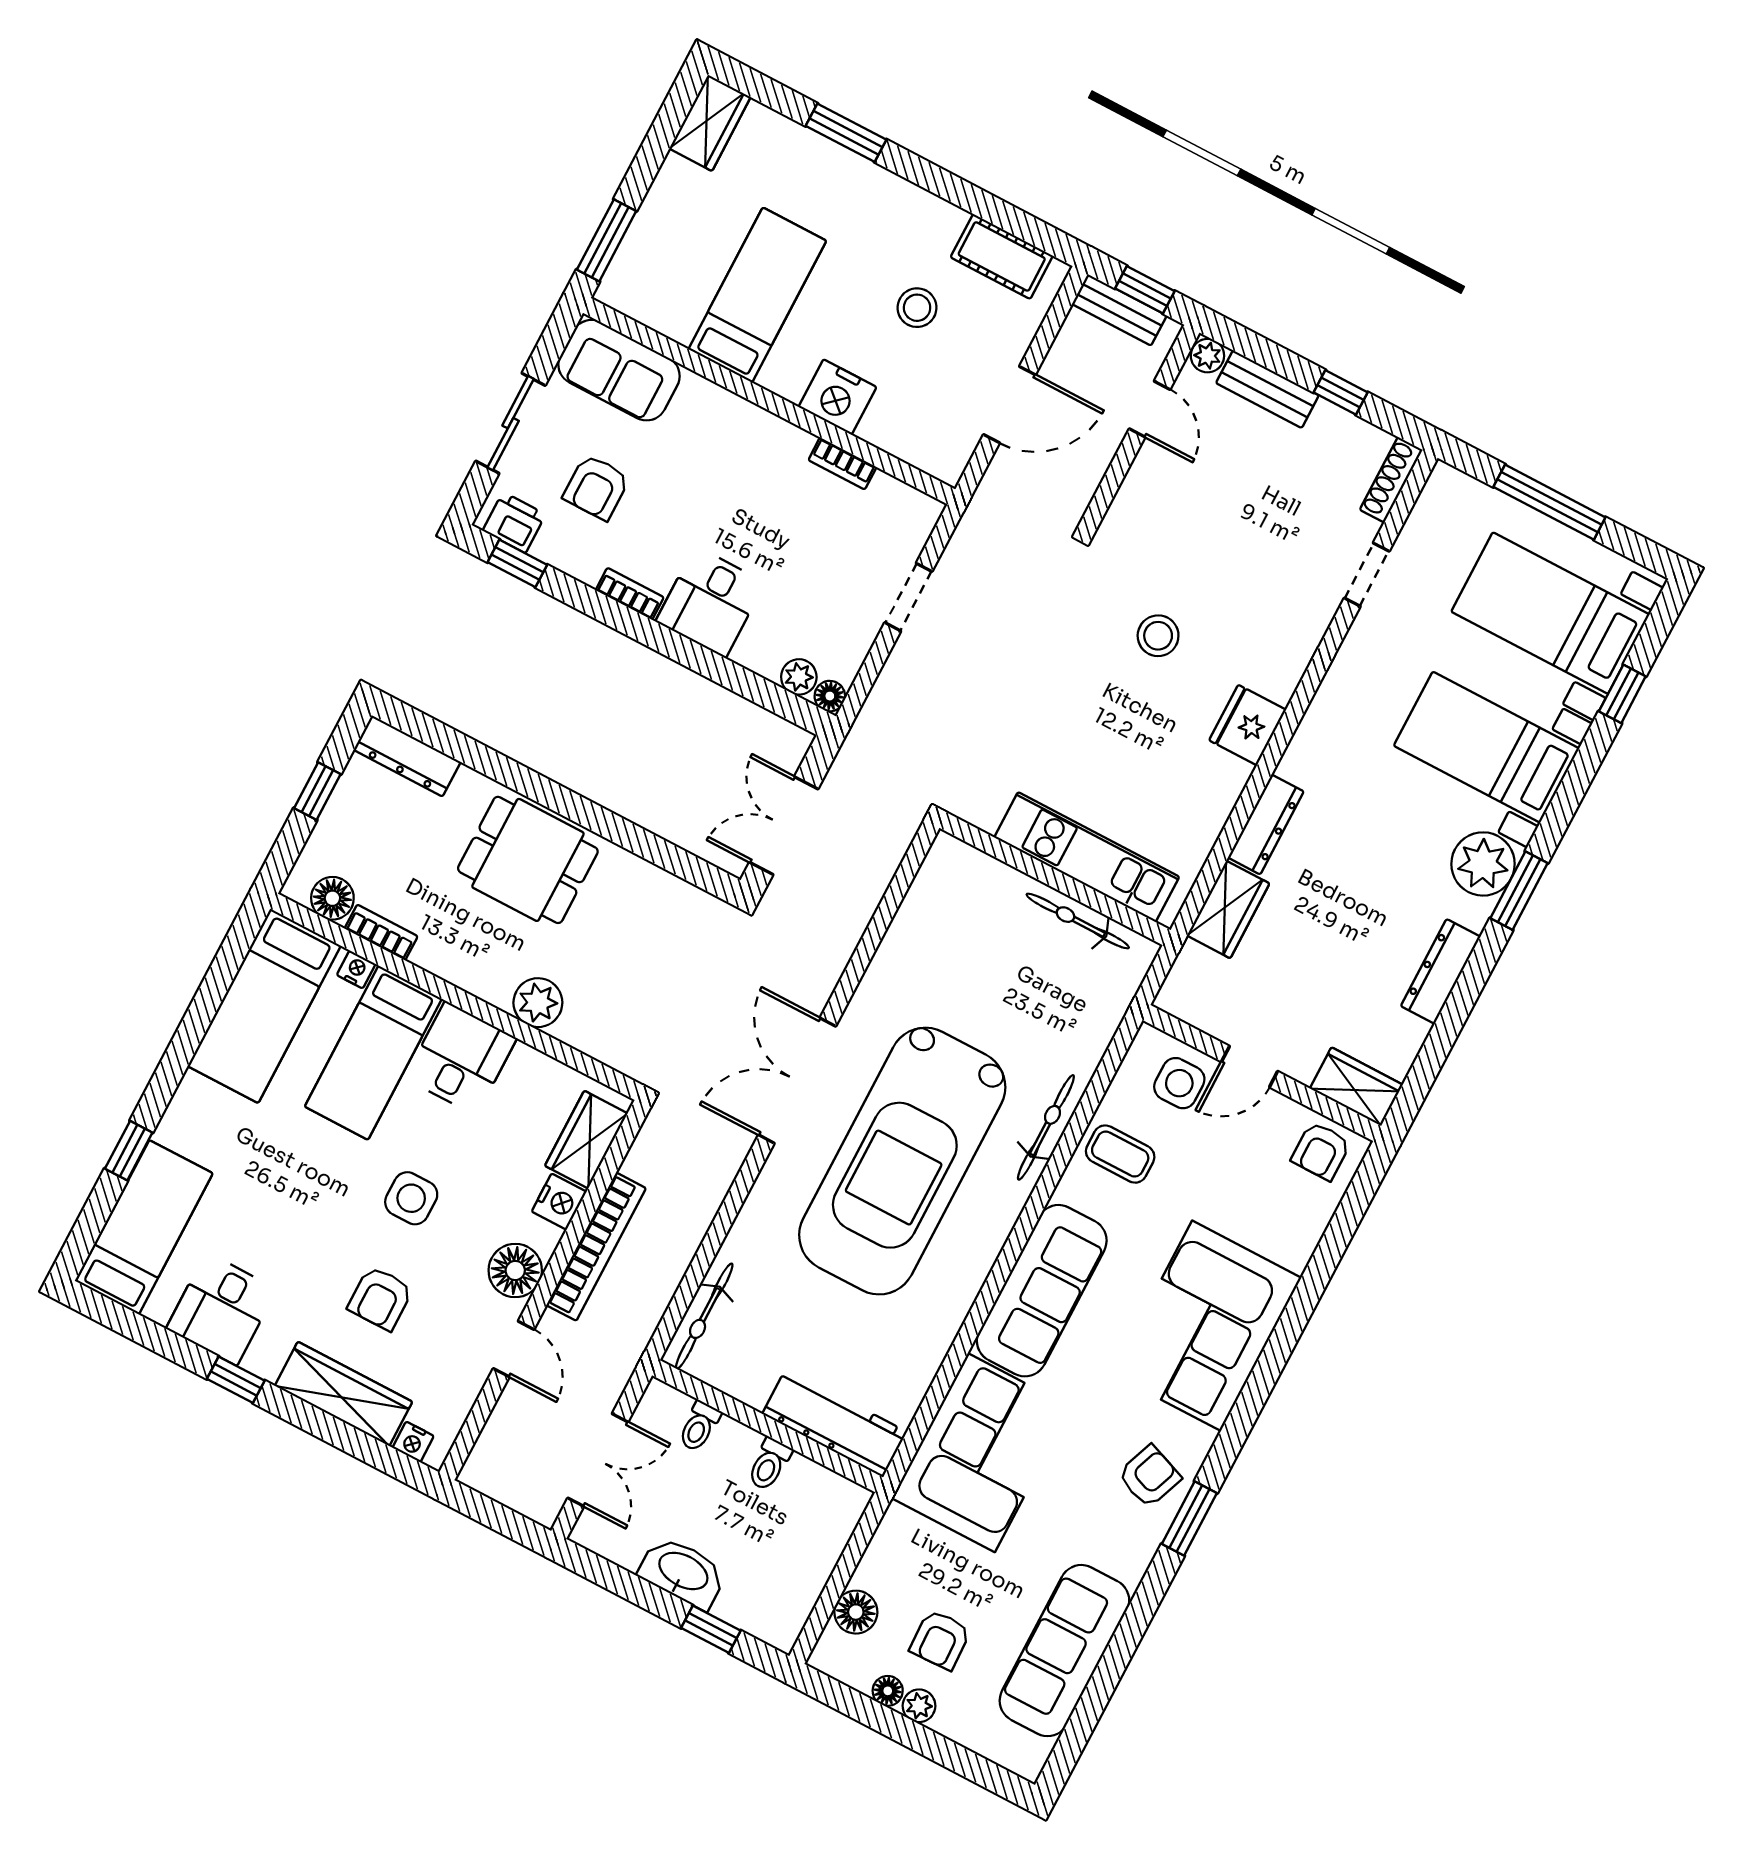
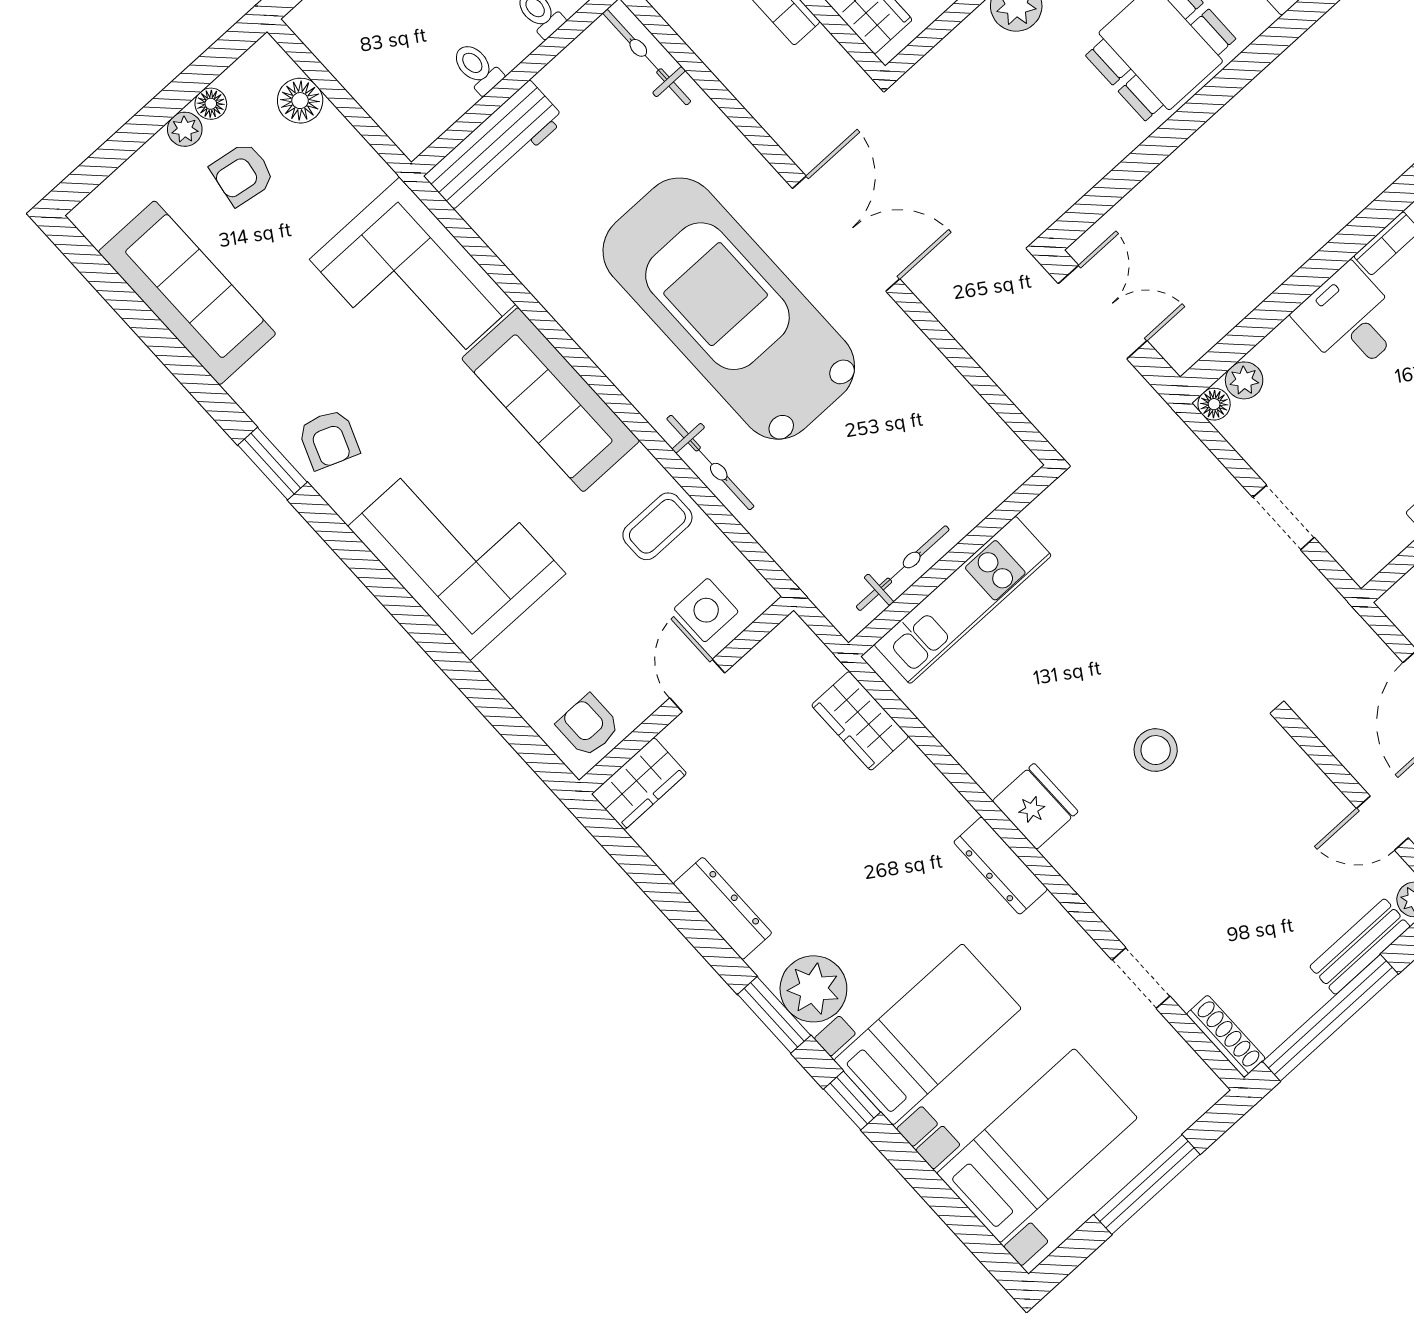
window: (1341, 392) -> (1330, 1018), width x3.17
window: (1622, 694) -> (852, 1101), moved
dresser: (1266, 824) -> (1001, 866), moved
armchair: (940, 1640) -> (242, 174), turned -79

